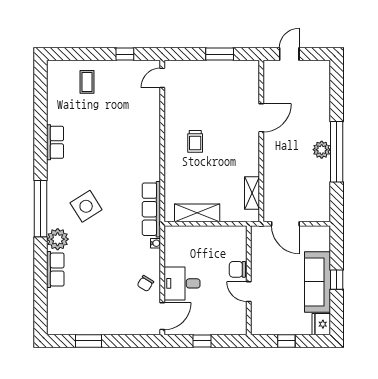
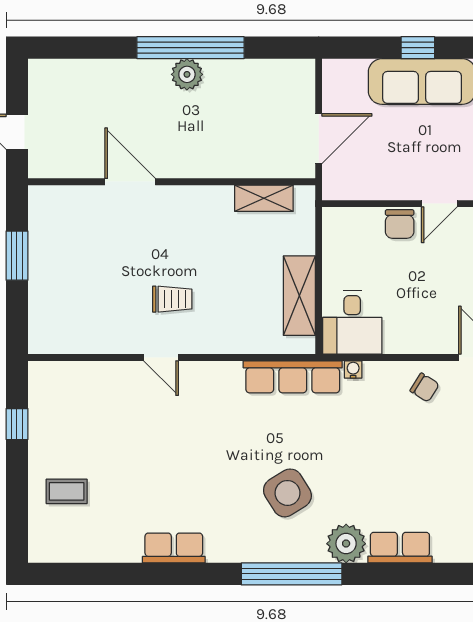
door: (162, 78) -> (161, 358), moved
desk: (182, 283) -> (352, 322), moved

